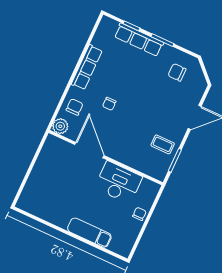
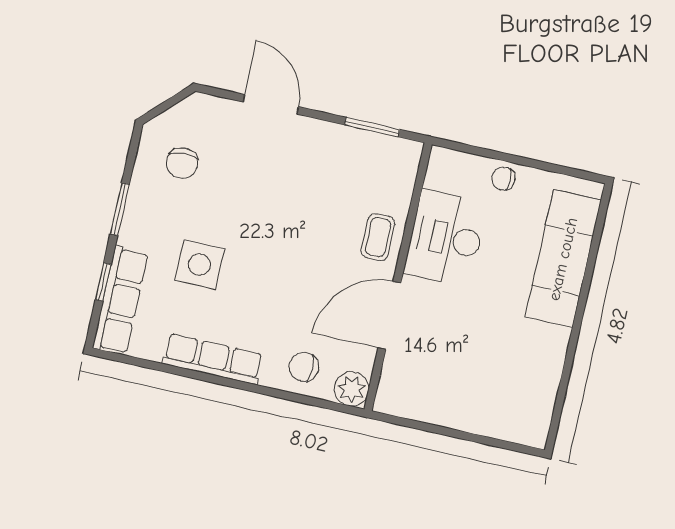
row of seats: (139, 40) -> (120, 300), moved
side table: (130, 70) -> (200, 264), added
chair: (109, 104) -> (281, 294), removed
coffee table: (163, 144) -> (378, 237), moved
exam couch: (89, 233) -> (563, 259), width x1.36, depth x1.45

